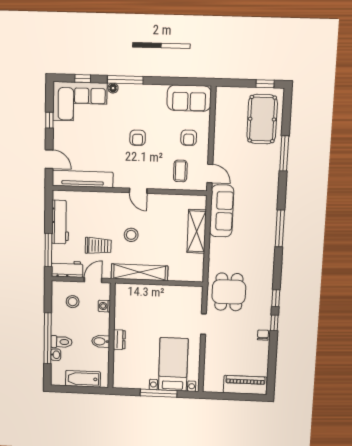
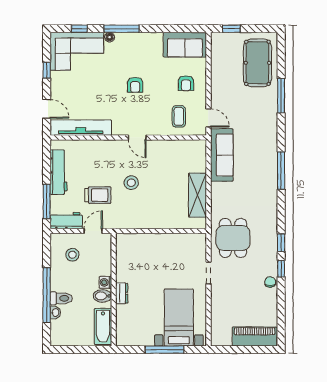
window: (265, 84) -> (231, 29), moved
shelving: (197, 231) -> (198, 195), moved
shelving: (139, 272) -> (141, 221), removed
washing machine: (104, 306) -> (105, 282), moved
bathtub: (83, 379) -> (103, 327), moved, turned -90

